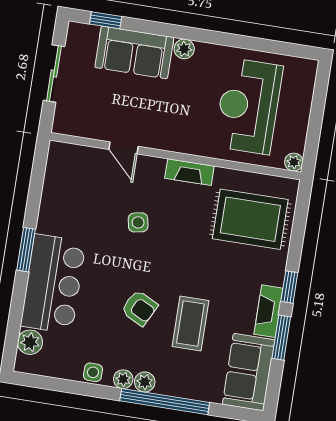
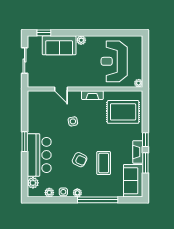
plant: (145, 382) -> (49, 193), moved

